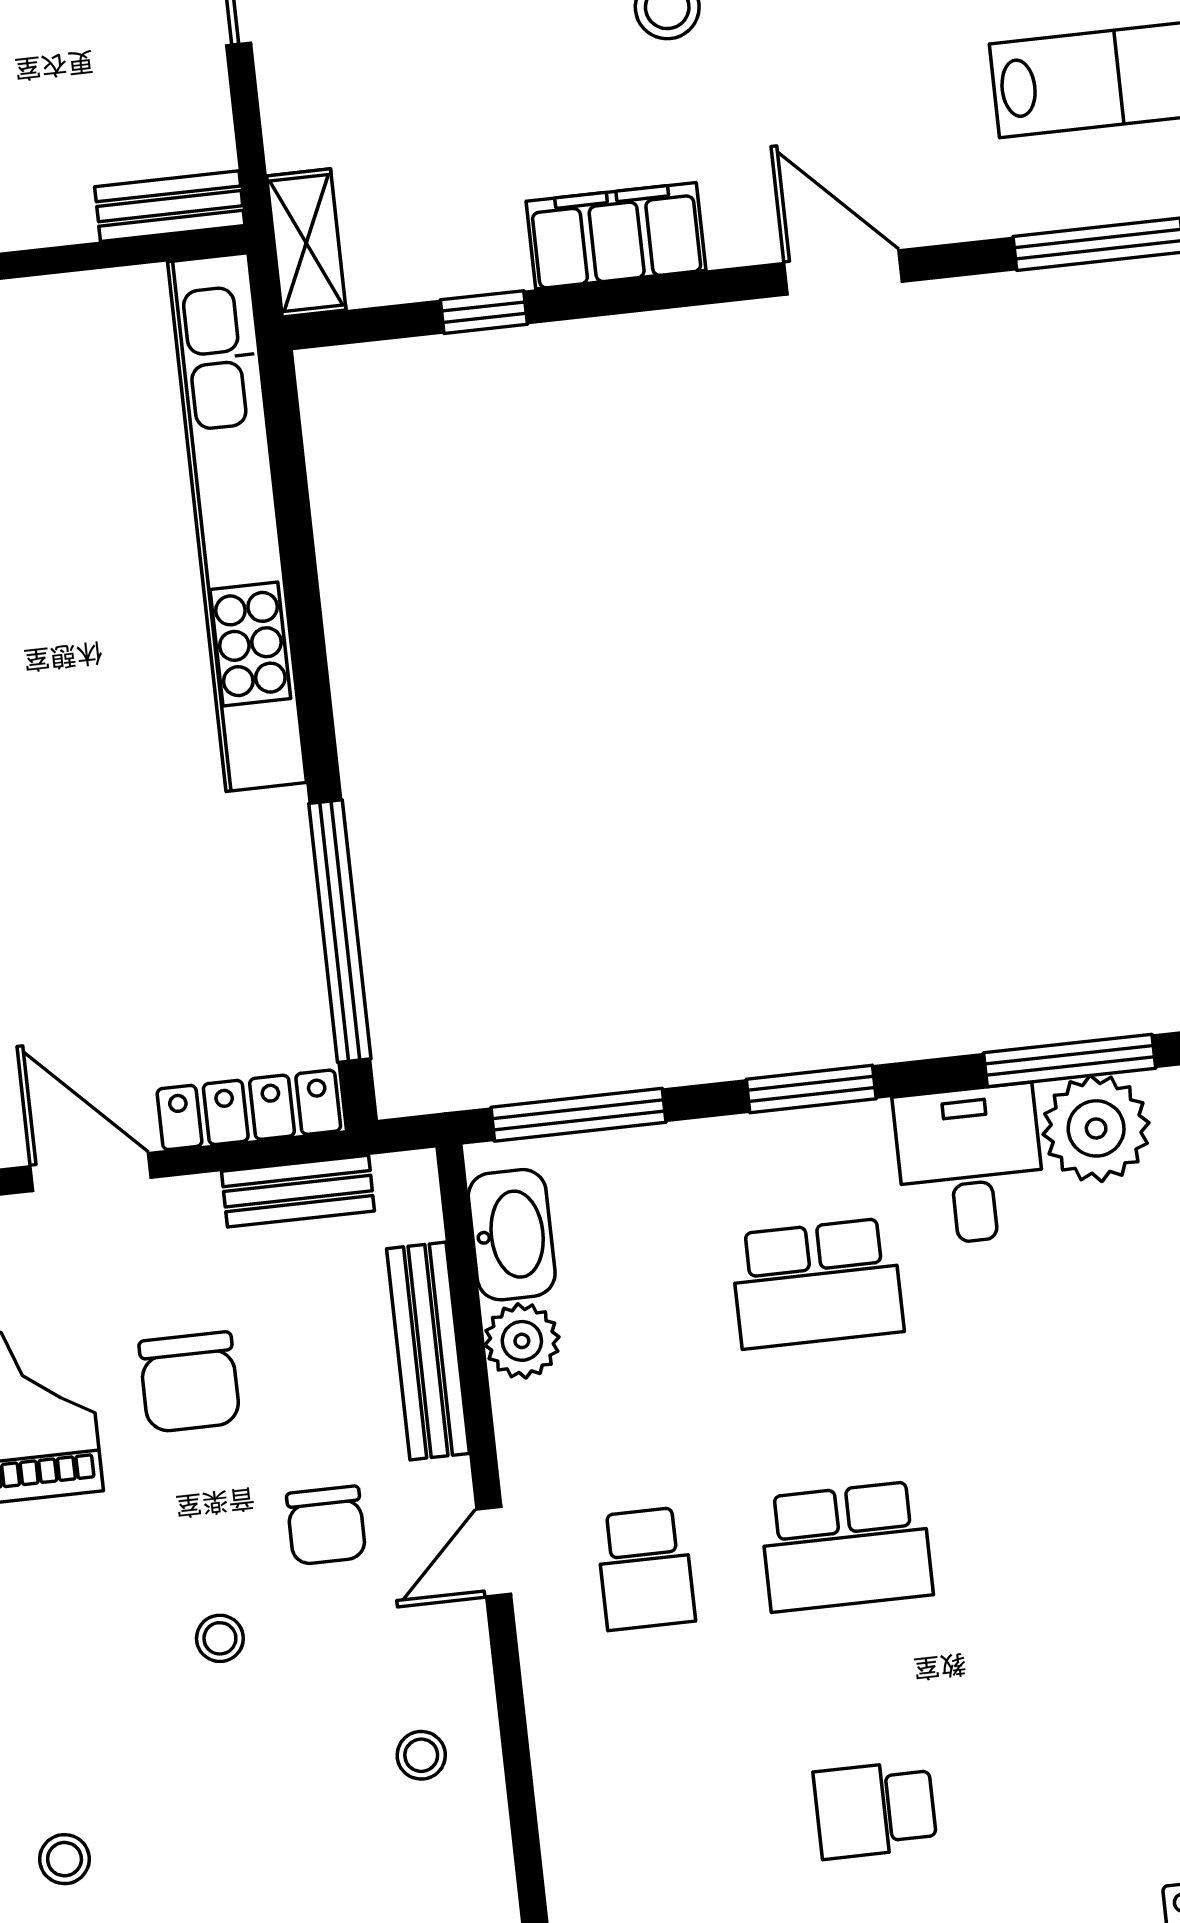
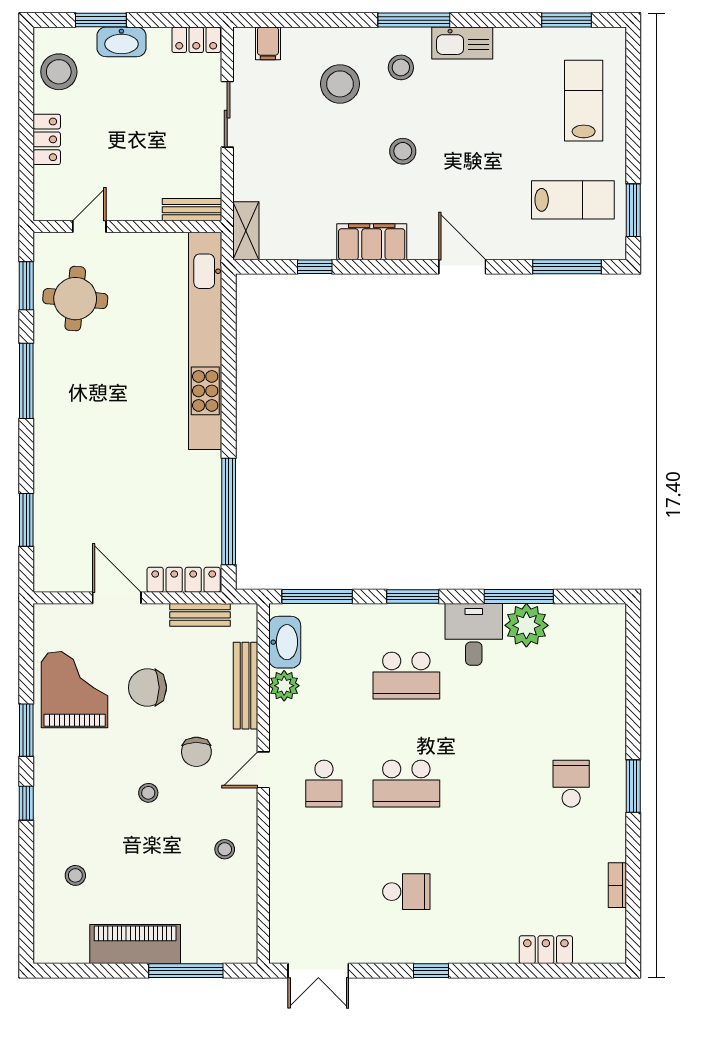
chair: (190, 1382) -> (147, 688), turned 90
school desk: (875, 1810) -> (406, 892), turned 180

